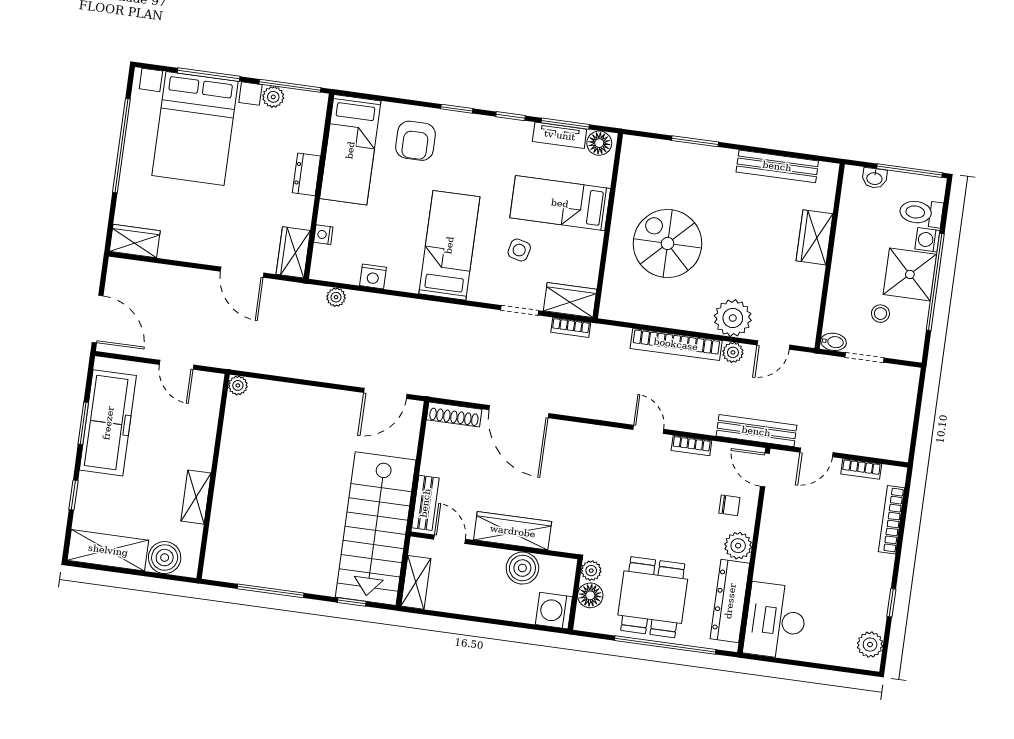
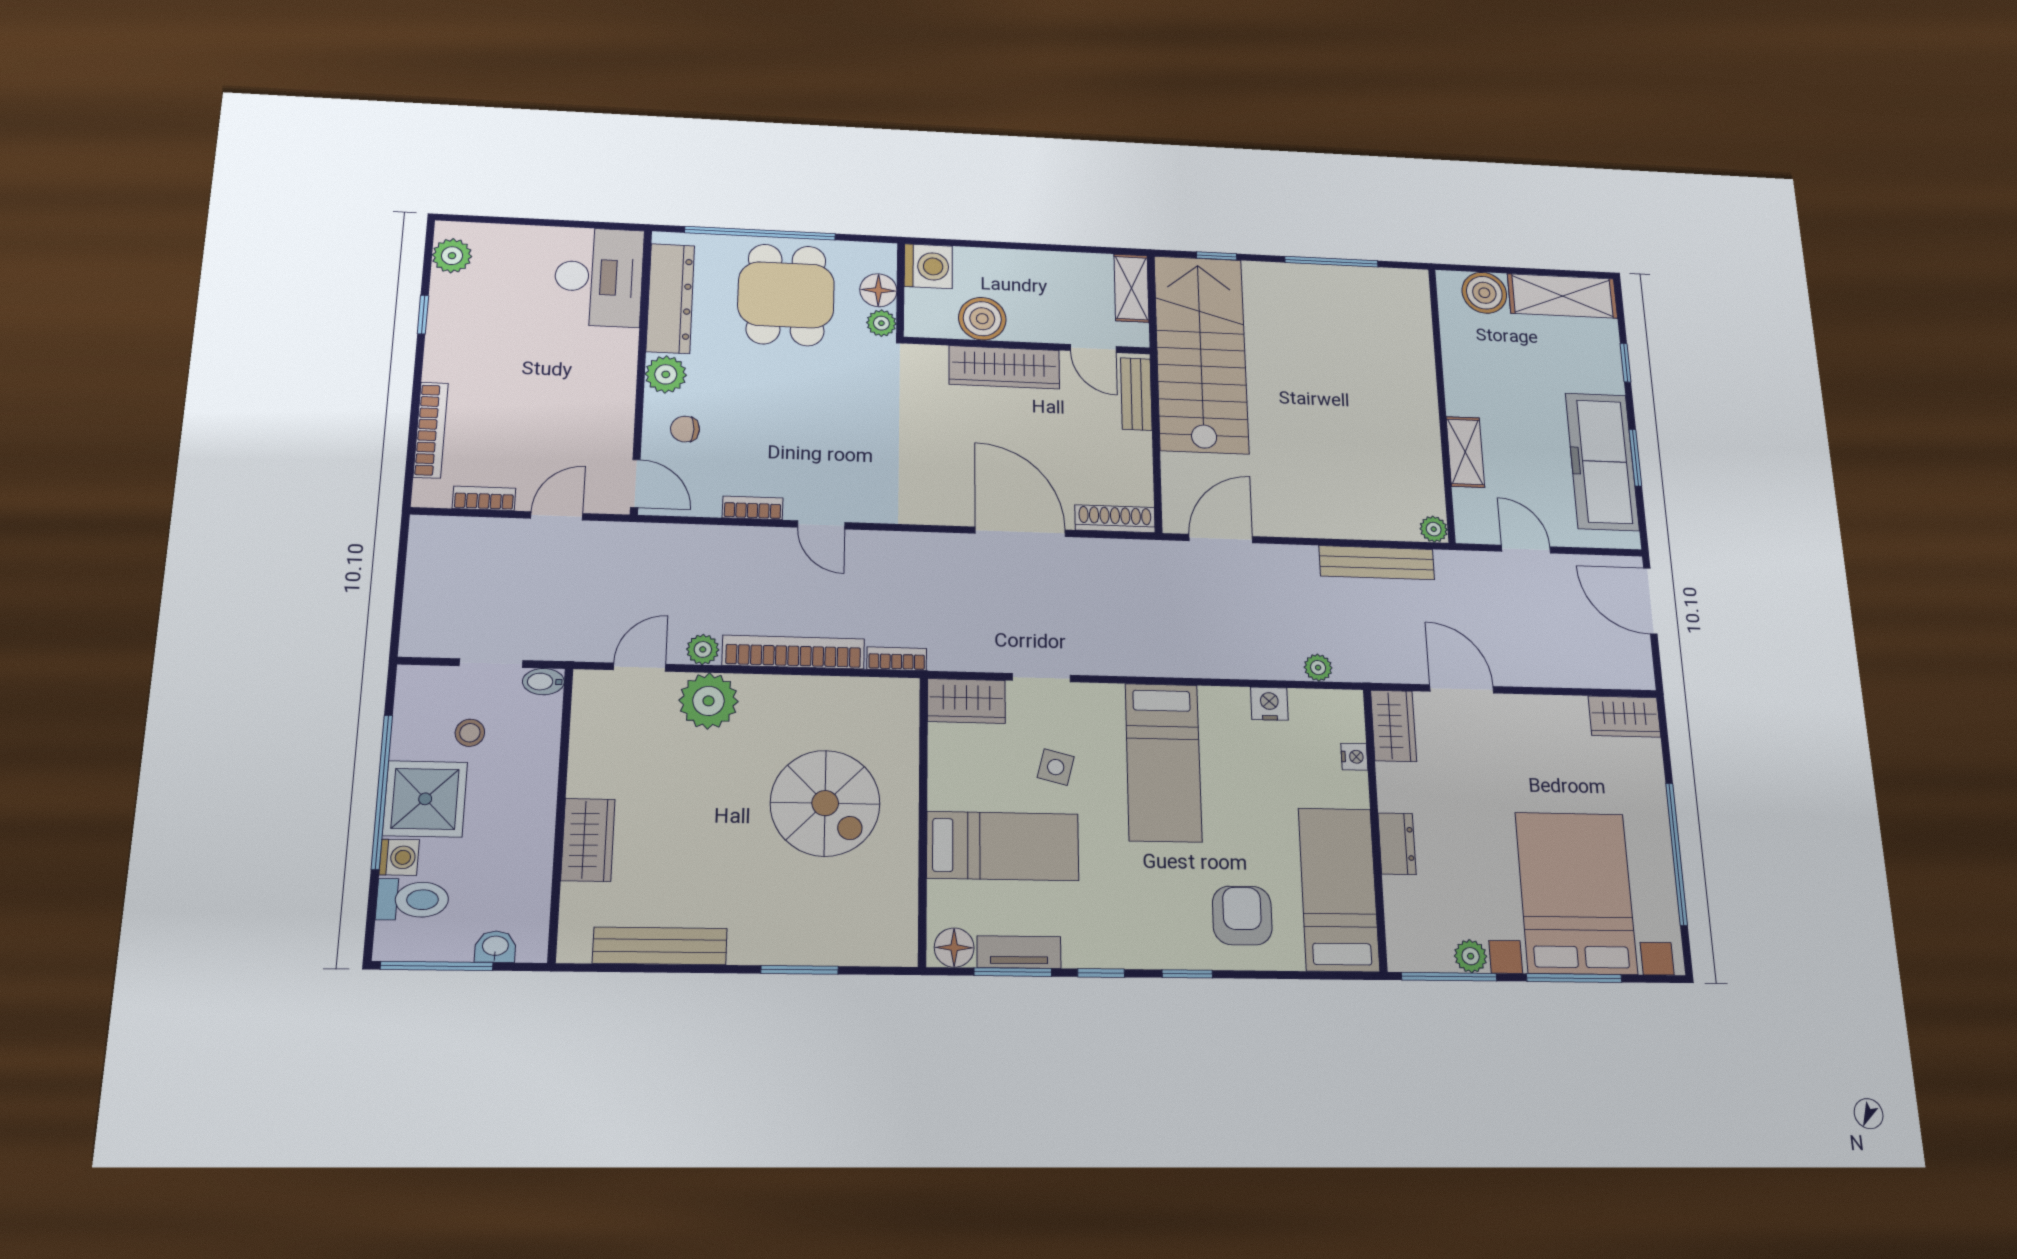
bookcase: (571, 327) -> (897, 659), moved
bench: (756, 431) -> (1377, 563), moved
shelving: (196, 497) -> (1465, 452), moved

